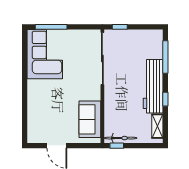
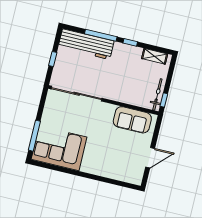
window: (120, 27) -> (53, 59), moved
window: (165, 57) -> (101, 35), moved
workbench: (153, 86) -> (86, 44), moved

